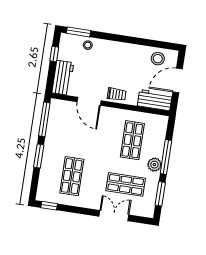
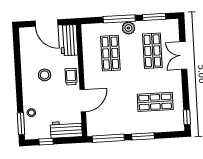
stool: (158, 59) -> (45, 75), moved
shop shelf: (132, 140) -> (110, 53), turned 90

